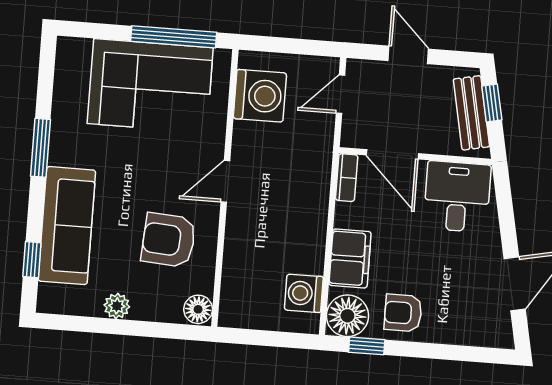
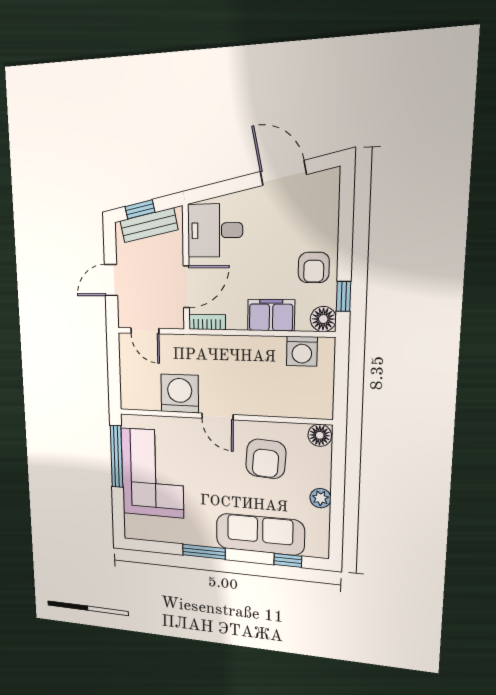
washing machine: (260, 96) -> (180, 393), moved
floor lamp: (347, 316) -> (323, 319), width x0.73, depth x0.73

